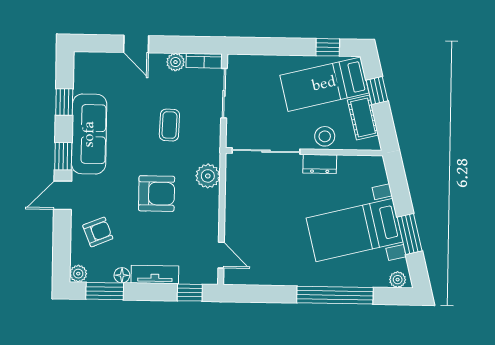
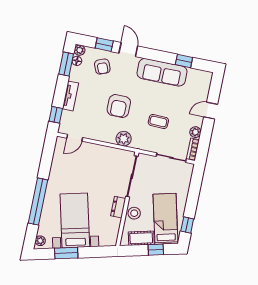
window: (63, 156) -> (104, 45), moved
floor lamp: (122, 275) -> (77, 61), moved

